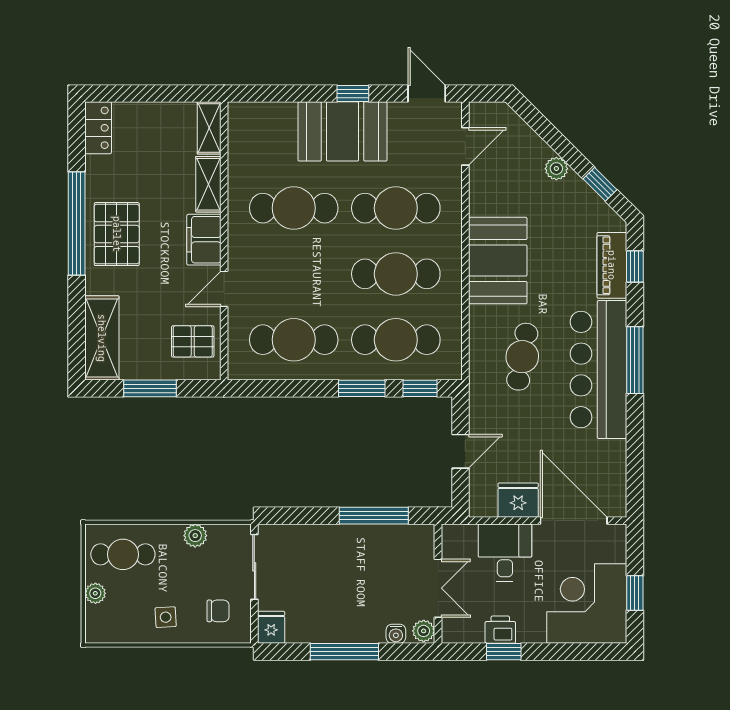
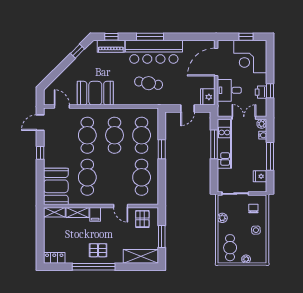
booth: (342, 131) -> (56, 186), moved
plant: (556, 169) -> (71, 69), removed
pallet: (117, 234) -> (98, 250), width x0.67, depth x0.71
filing cabinet: (204, 240) -> (95, 214), width x0.50
booth: (498, 261) -> (95, 93), moved
window: (420, 388) -> (162, 125), removed
door: (460, 451) -> (187, 109), swing flipped
fridge: (518, 500) -> (208, 97), moved
kitchen unit: (375, 541) -> (224, 144), added
fridge: (271, 627) -> (260, 176), moved

